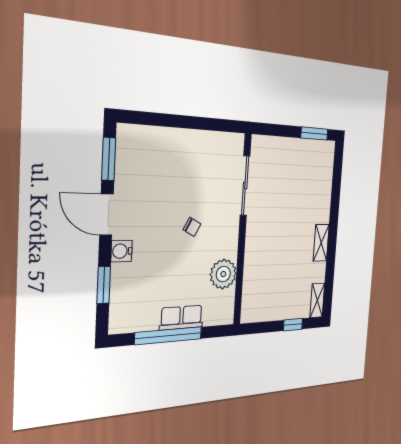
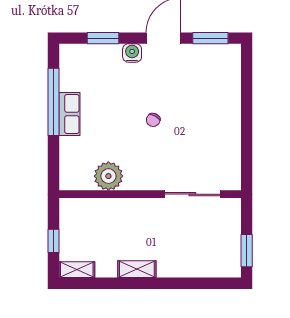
sliding door: (245, 186) -> (192, 194), moved
wall: (242, 230) -> (150, 194), moved
plant: (223, 274) -> (108, 176), moved

